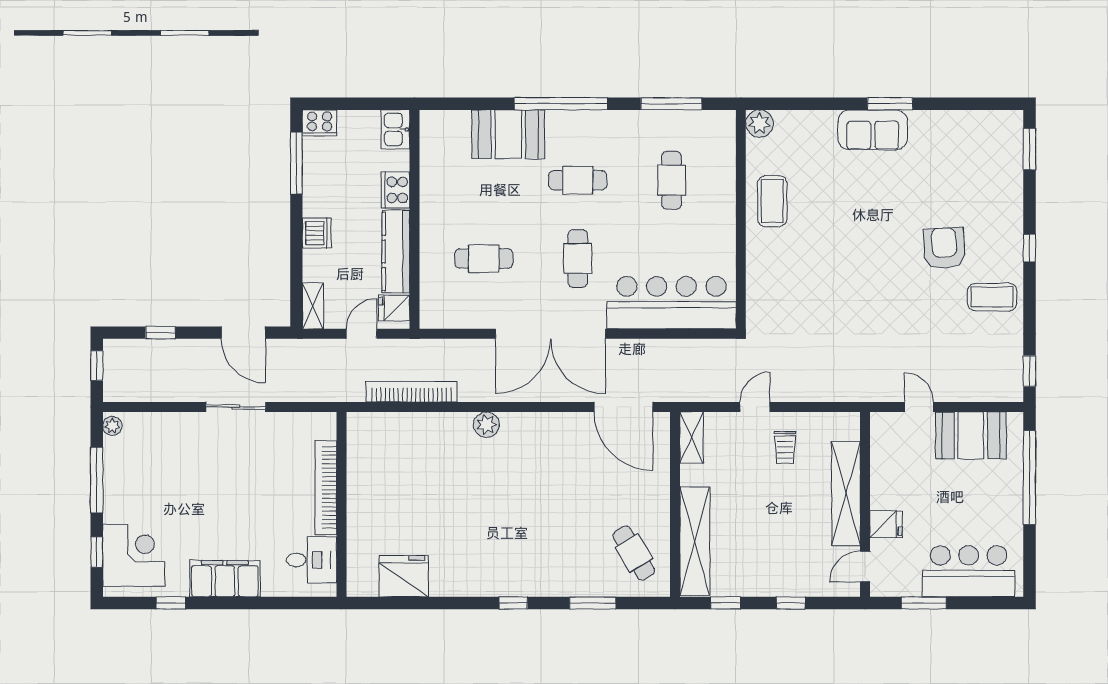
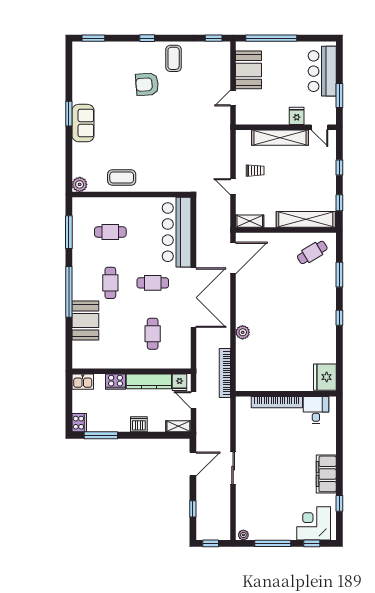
bookcase: (326, 488) -> (277, 402), moved
wall: (341, 504) -> (286, 394), moved
desk: (312, 560) -> (316, 410), moved

